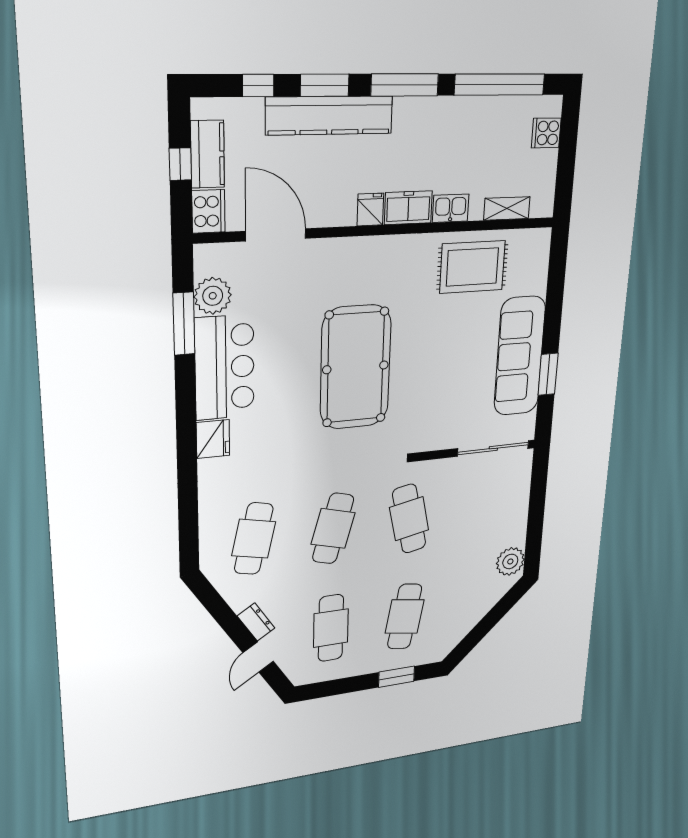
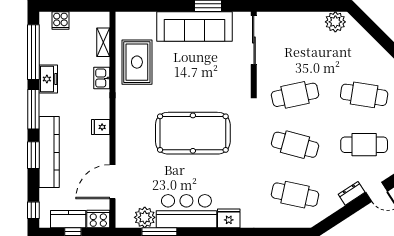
window: (258, 86) -> (33, 210), moved
freezer: (408, 208) -> (48, 79), moved, turned 180

